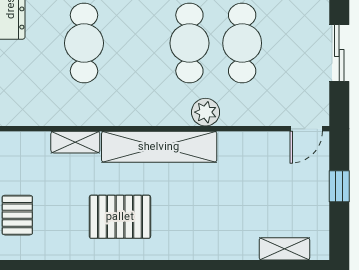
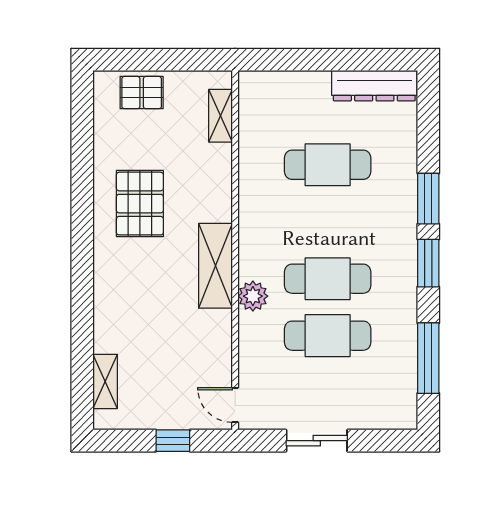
shelving: (75, 142) -> (221, 116), moved
shelving: (159, 147) -> (215, 266), width x0.68

